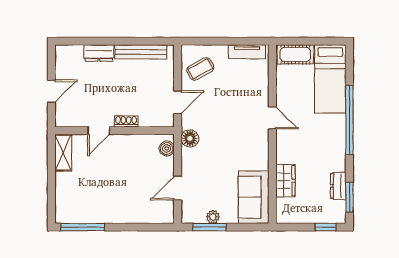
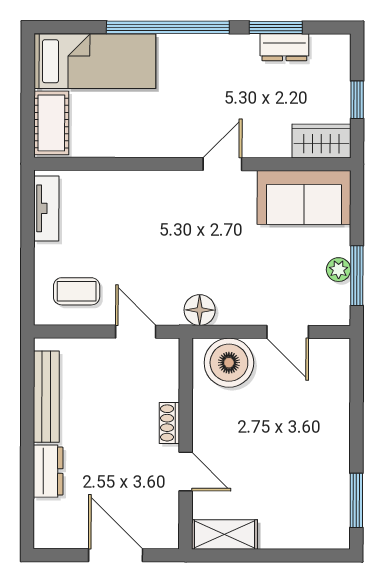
coffee table: (200, 69) -> (77, 291), turned -61
door: (51, 91) -> (116, 555), width x1.37
door: (272, 118) -> (222, 164), moved
boiler: (167, 149) -> (229, 363), width x1.86, depth x1.86
wardrobe: (285, 181) -> (321, 141), moved
window: (349, 197) -> (276, 27), moved
window: (83, 227) -> (356, 500), width x0.69
window: (326, 227) -> (357, 100), moved

